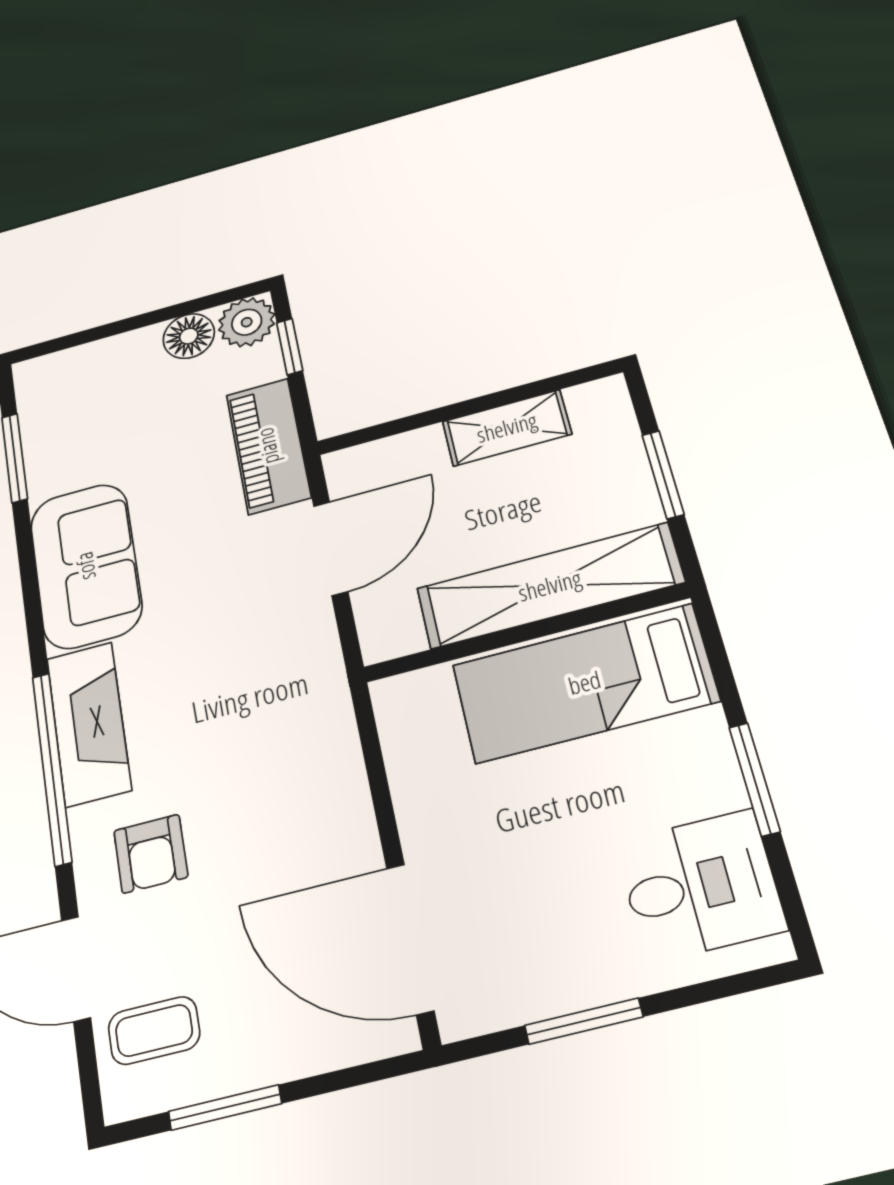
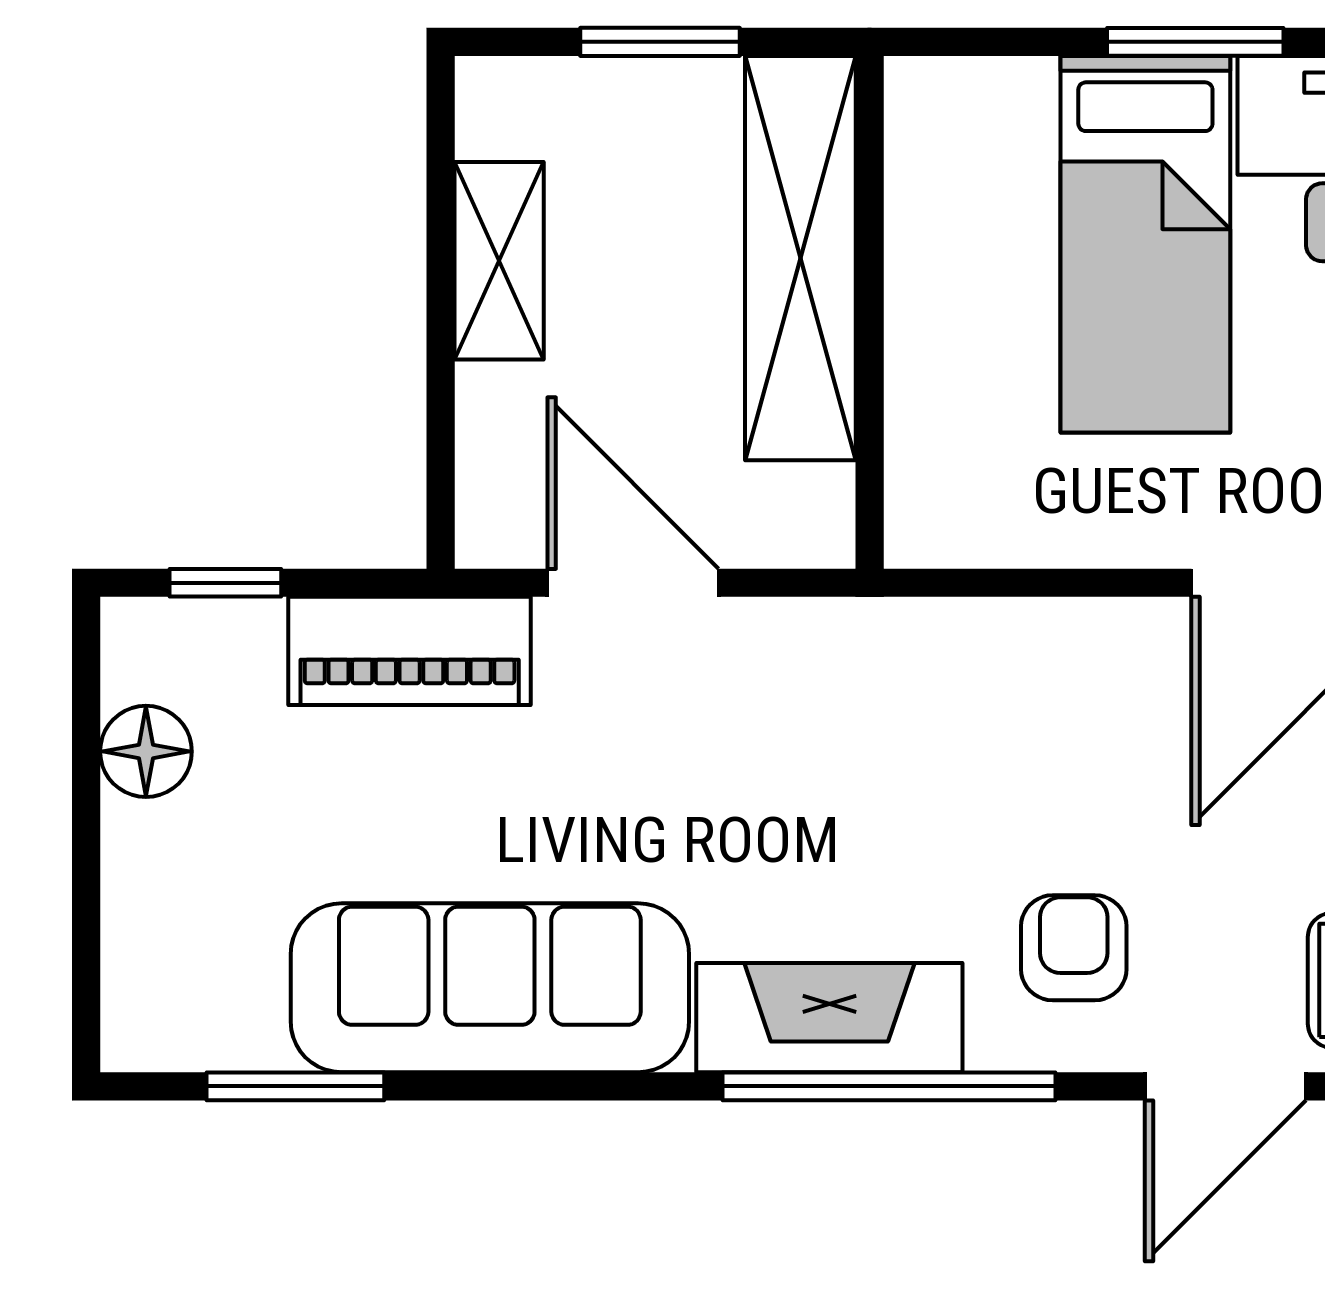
plant: (247, 322) -> (151, 647), removed
sofa: (86, 566) -> (490, 988), width x1.36
bed: (585, 683) -> (1145, 244), moved
armchair: (151, 854) -> (1074, 948), turned -90

